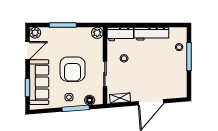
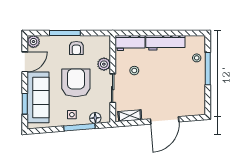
plant: (97, 33) -> (104, 64), moved
armchair: (73, 38) -> (76, 48), added
armchair: (73, 69) -> (76, 83), turned 180

